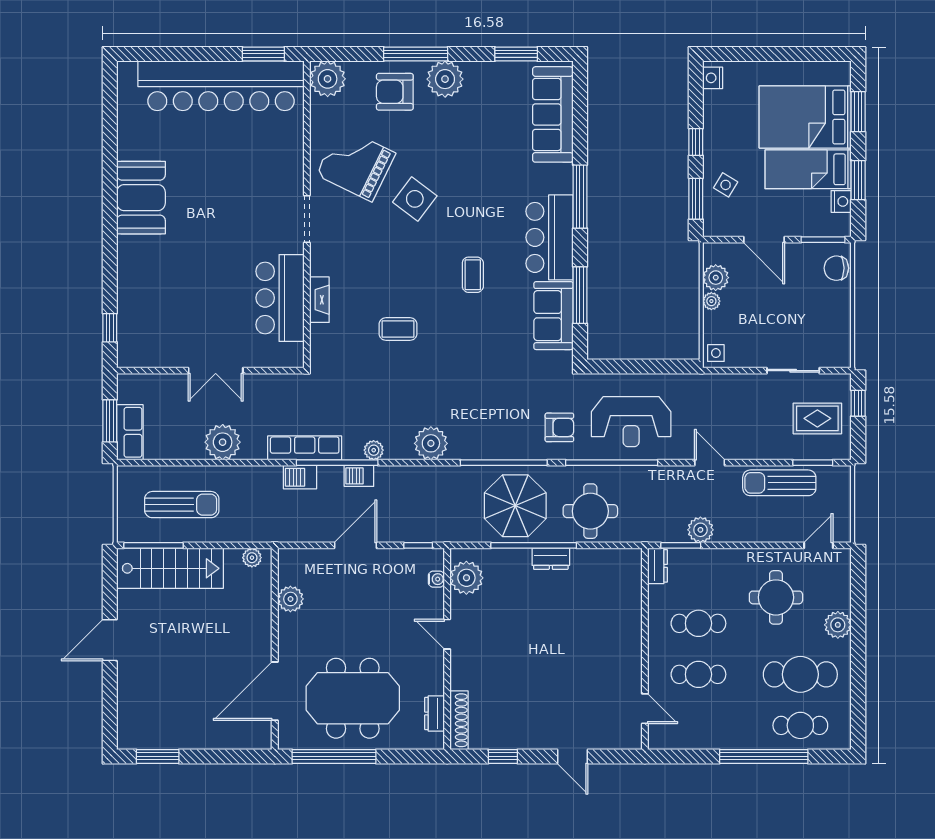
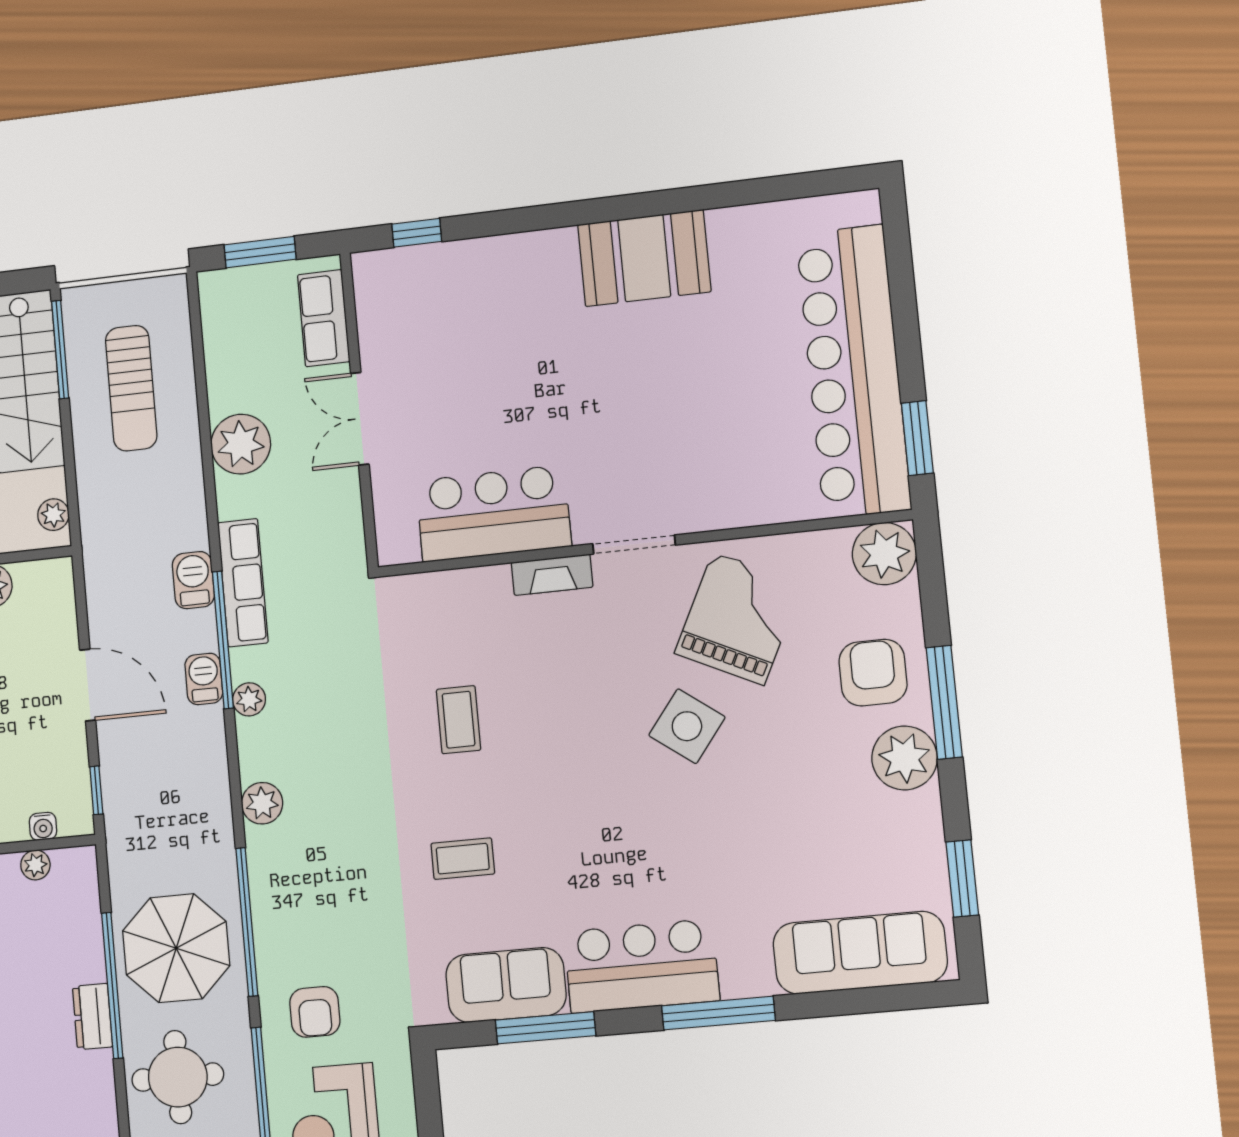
coffee table: (473, 275) -> (463, 859), moved
fireplace: (319, 300) -> (552, 575), moved
row of seats: (130, 432) -> (324, 318), moved, turned 90
plant: (431, 443) -> (262, 803), width x0.73, depth x0.73
plant: (466, 578) -> (35, 865), width x0.53, depth x0.53

